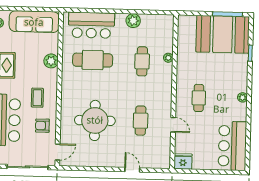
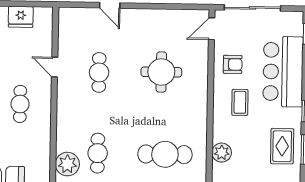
plant: (168, 58) -> (67, 164), width x1.88, depth x1.88
round table: (95, 120) -> (161, 72), width x0.73, depth x0.73
fridge: (183, 161) -> (21, 17), moved

